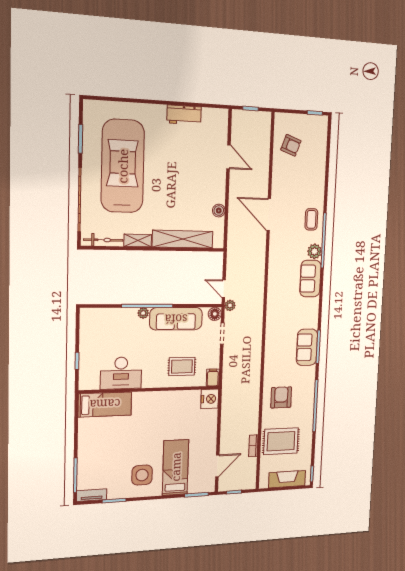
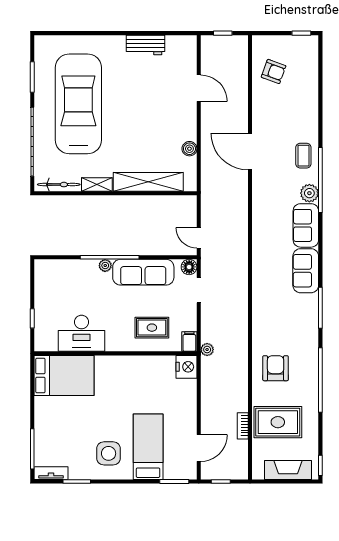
plant: (230, 305) -> (207, 350), moved
sofa: (307, 347) -> (306, 271), moved
bed: (105, 404) -> (64, 375), width x1.50

